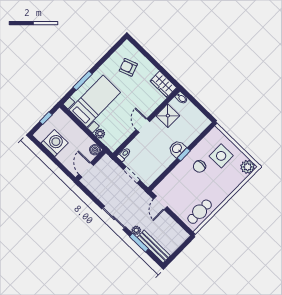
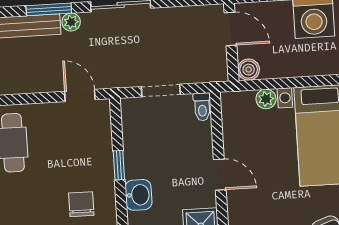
window: (184, 154) -> (119, 165), moved

